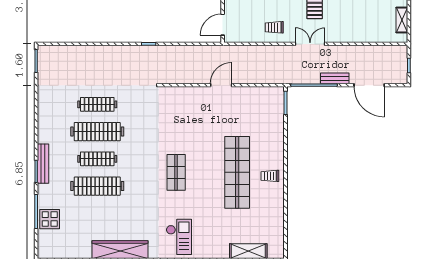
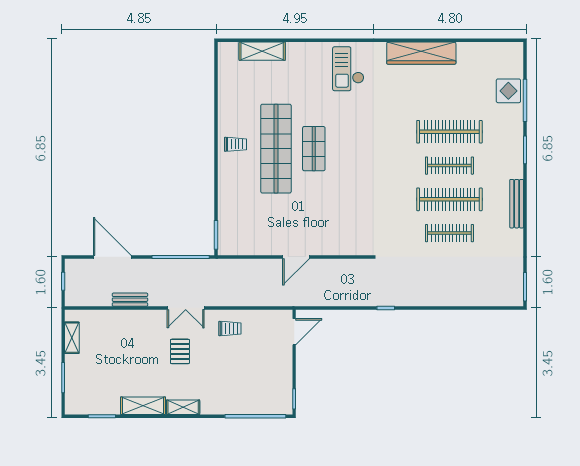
bench: (335, 78) -> (130, 300), moved
bench: (43, 164) -> (517, 204), moved
shop shelf: (176, 172) -> (314, 149), moved

